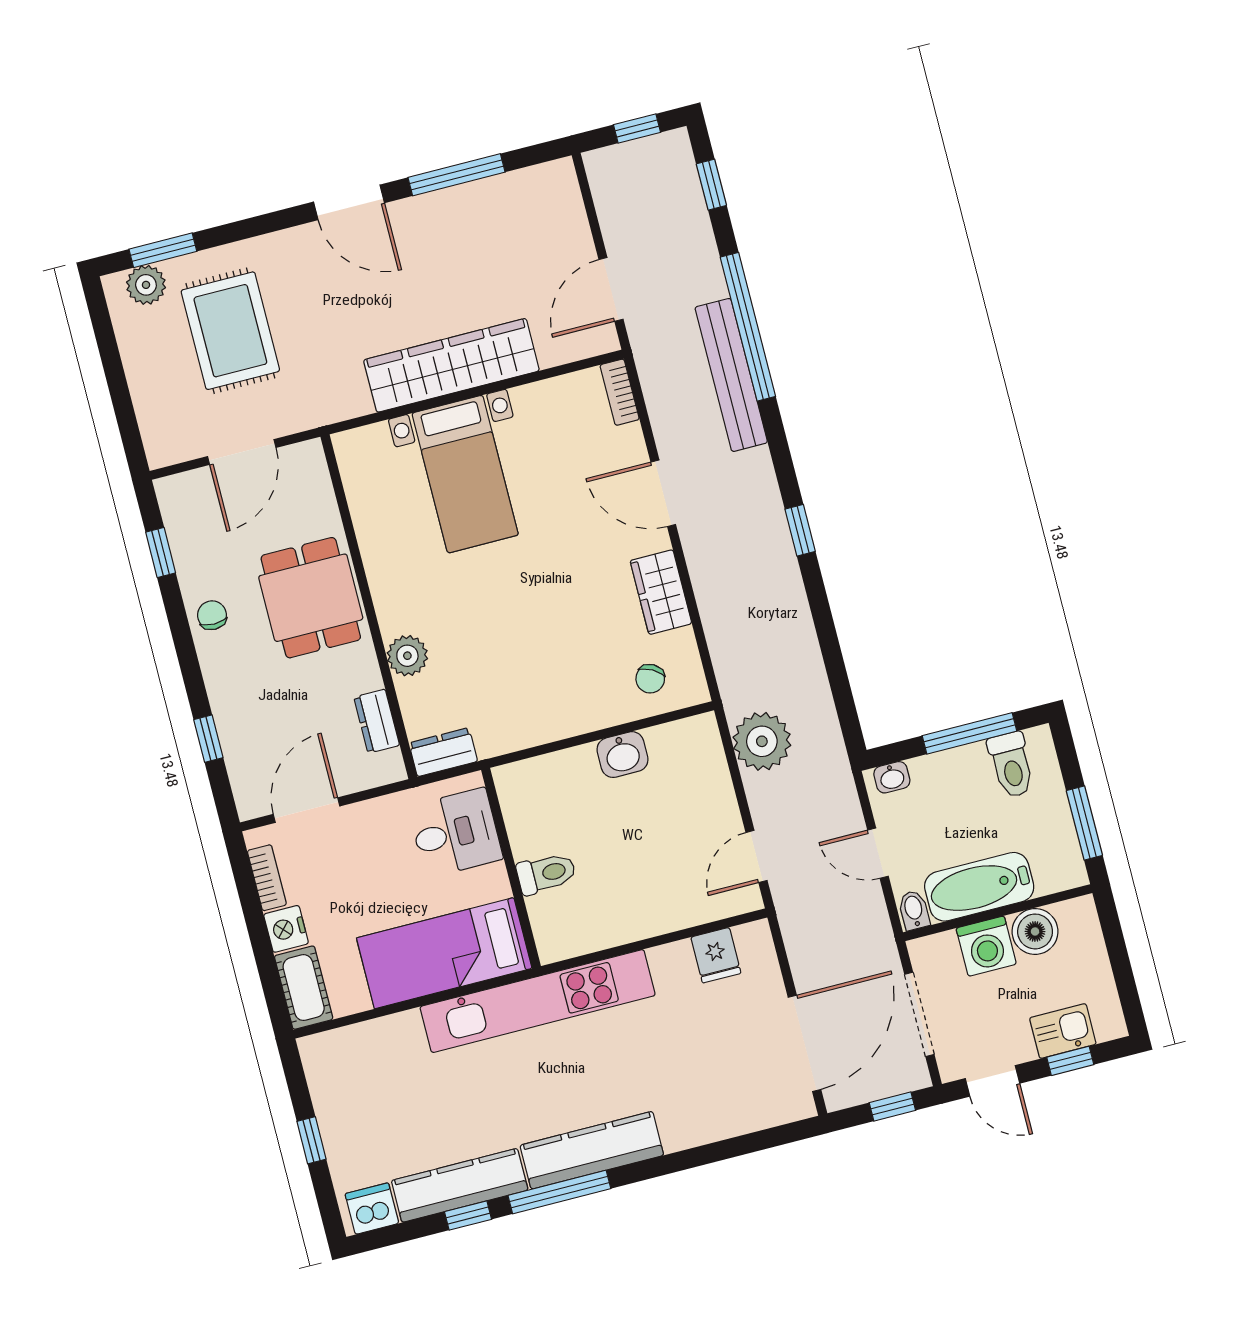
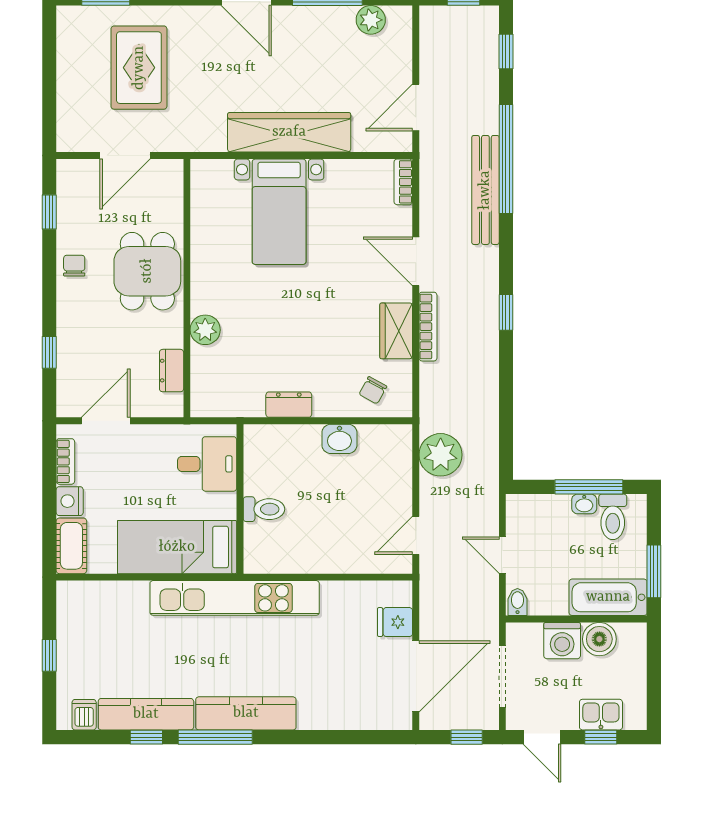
plant: (146, 285) -> (371, 20), moved
bookcase: (702, 576) -> (428, 327), added
dresser: (443, 752) -> (289, 405), moved
washbasin: (892, 777) -> (584, 504), moved
bathtub: (979, 887) -> (608, 597), moved
fridge: (716, 955) -> (395, 622), moved, turned 90
dishwasher: (372, 1209) -> (84, 715), width x0.73

